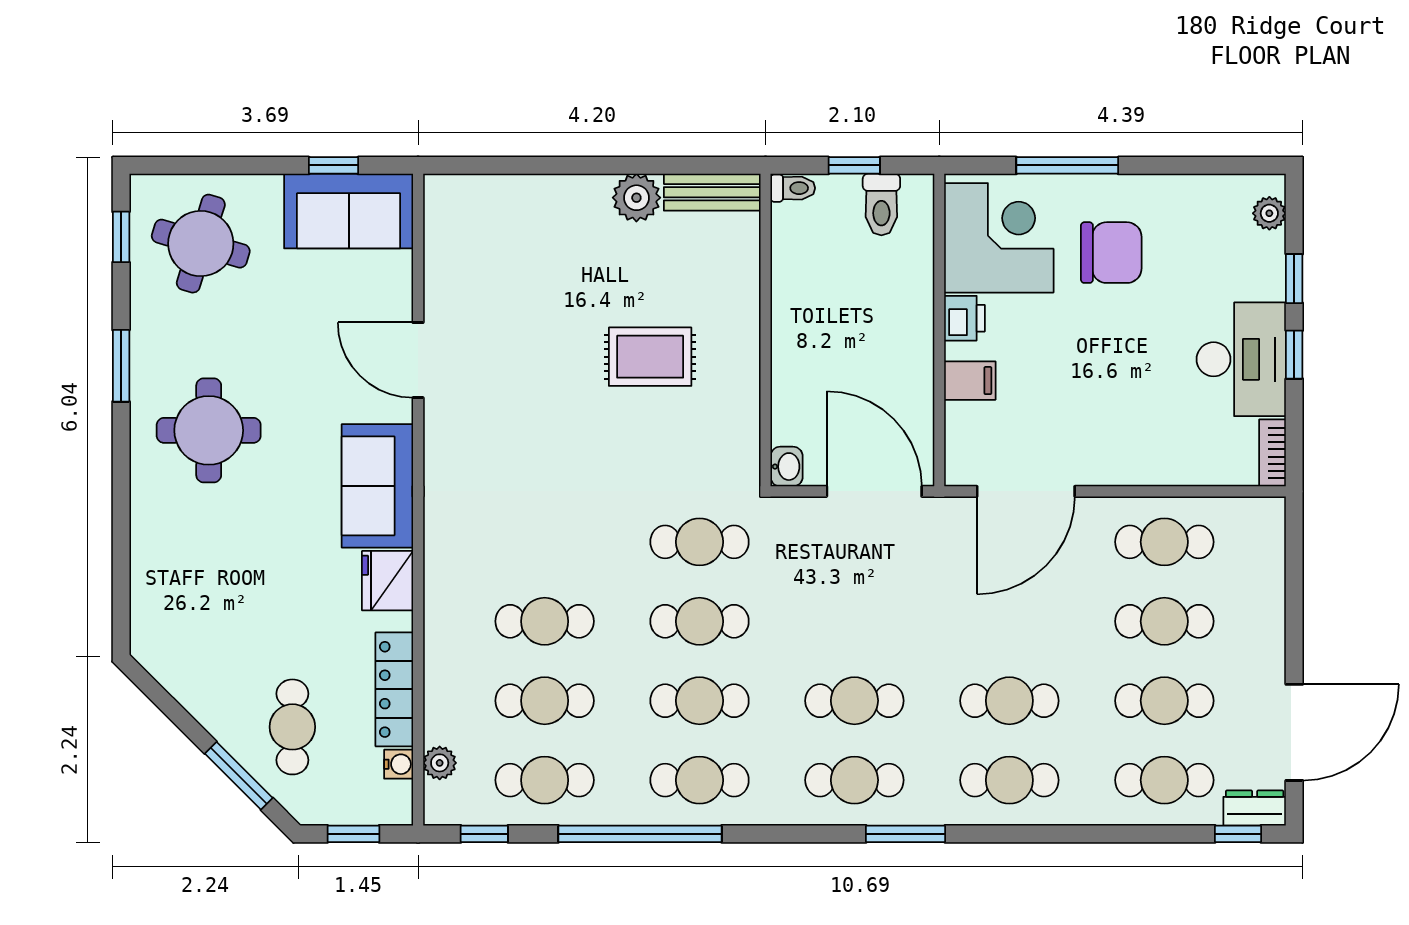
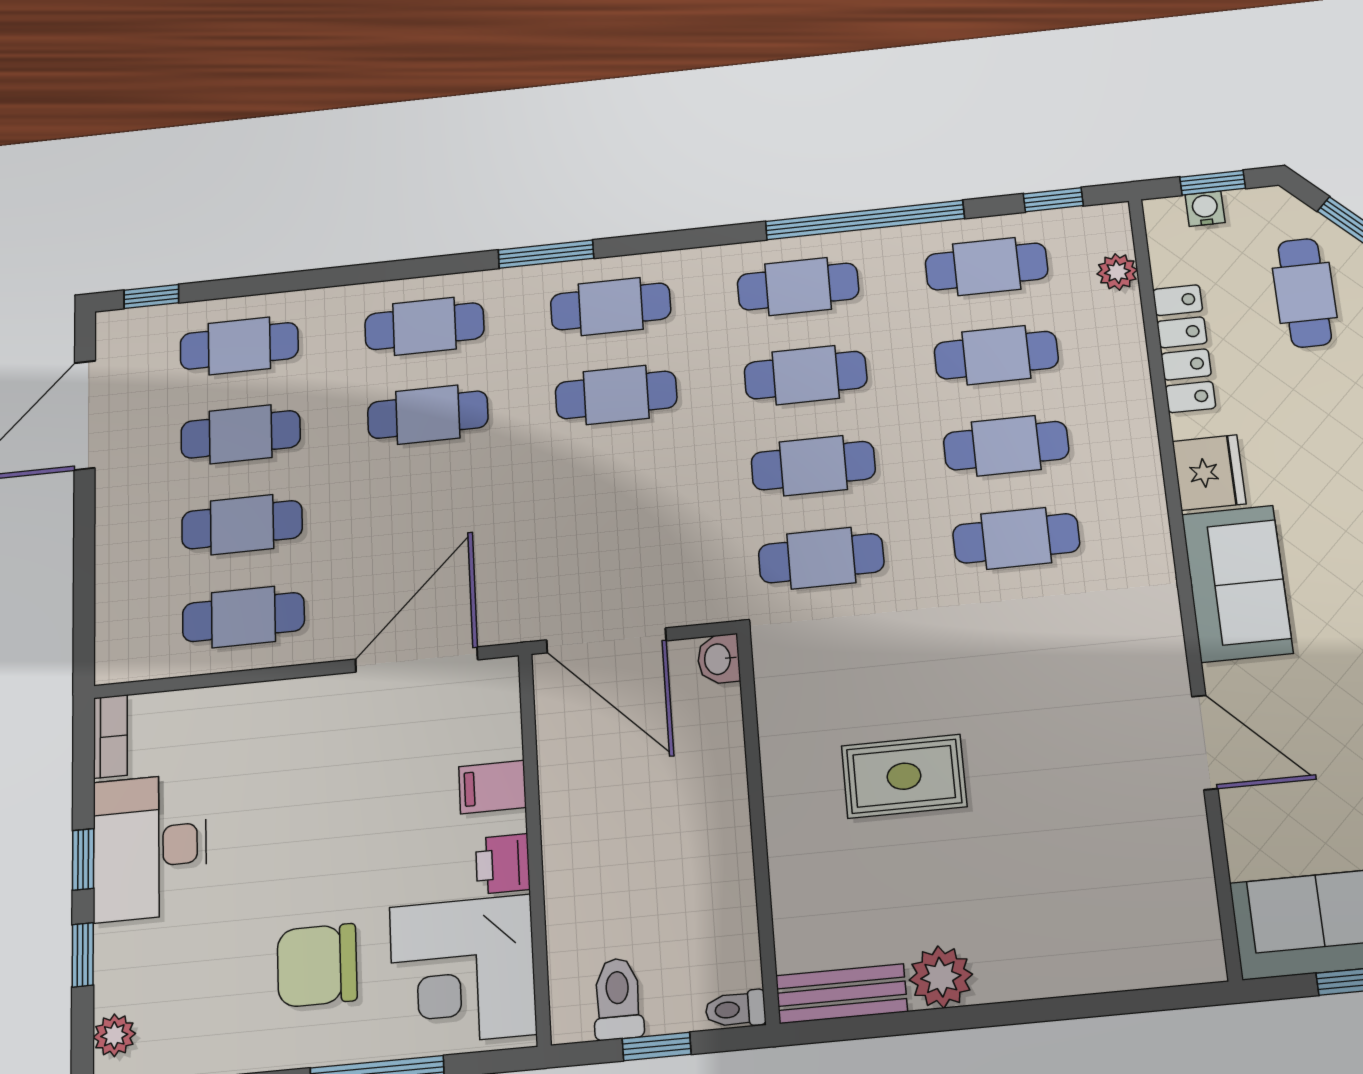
cafe table: (545, 542) -> (1016, 538), added
water cooler: (399, 764) -> (1205, 209), moved, turned 90
dresser: (1255, 808) -> (132, 327), removed

